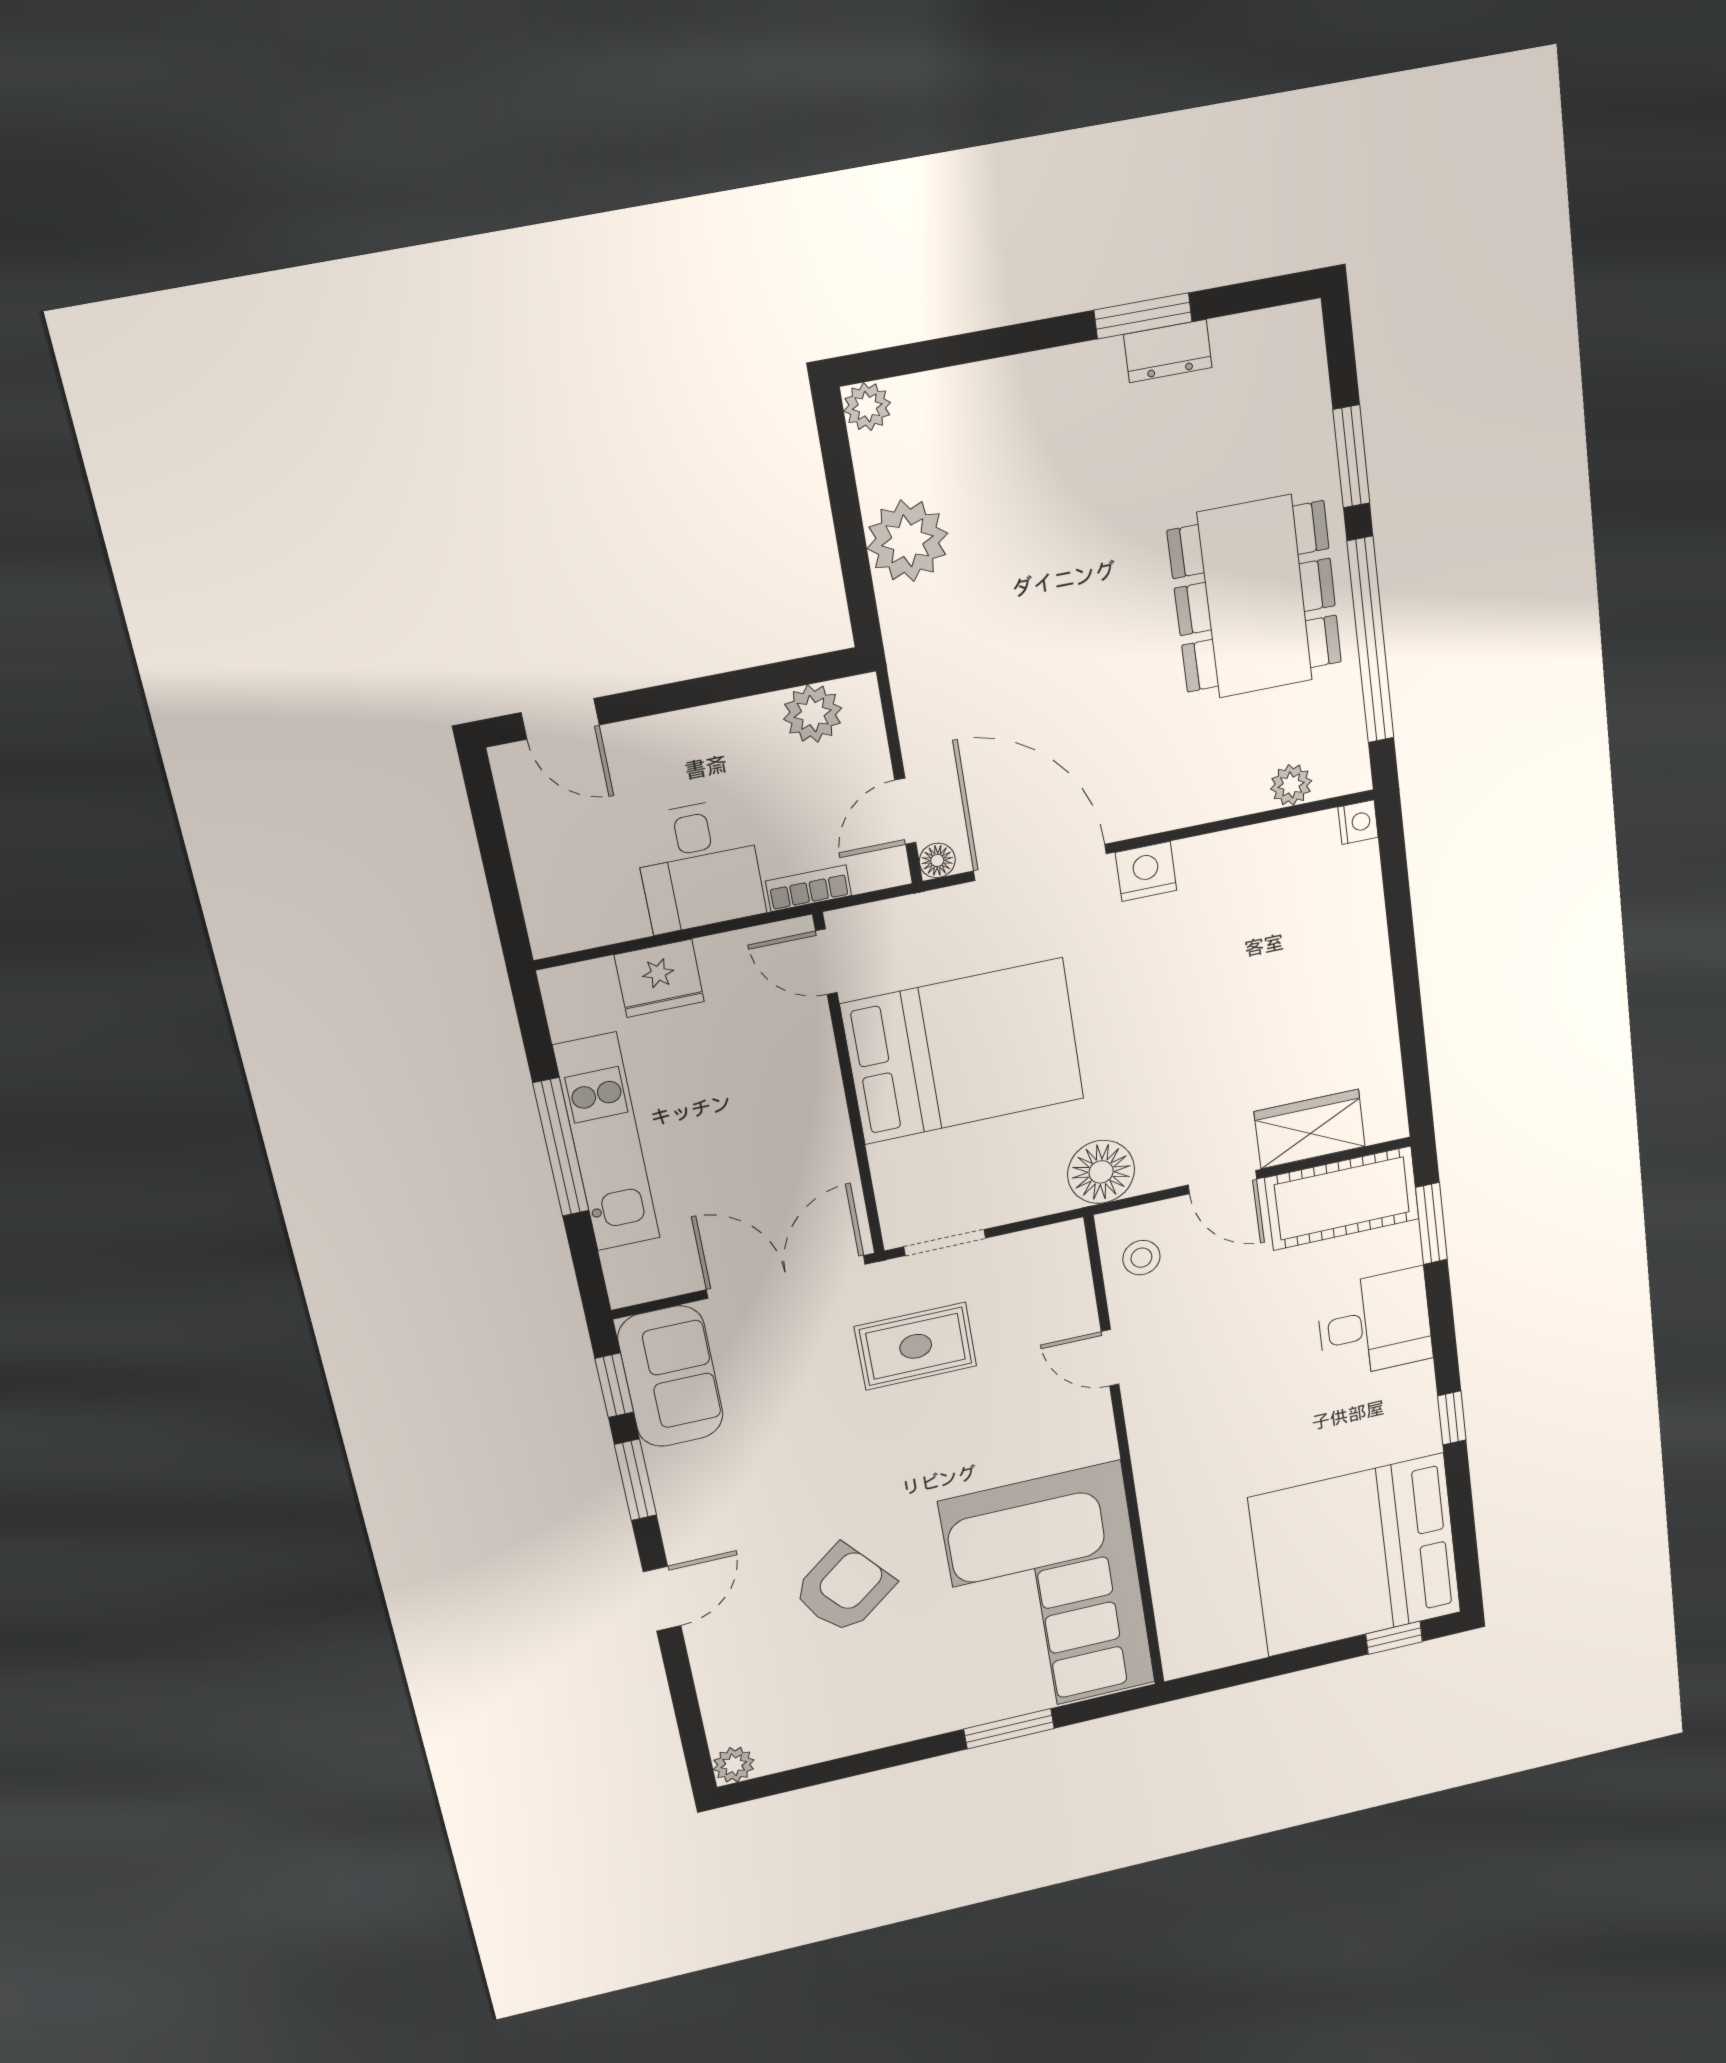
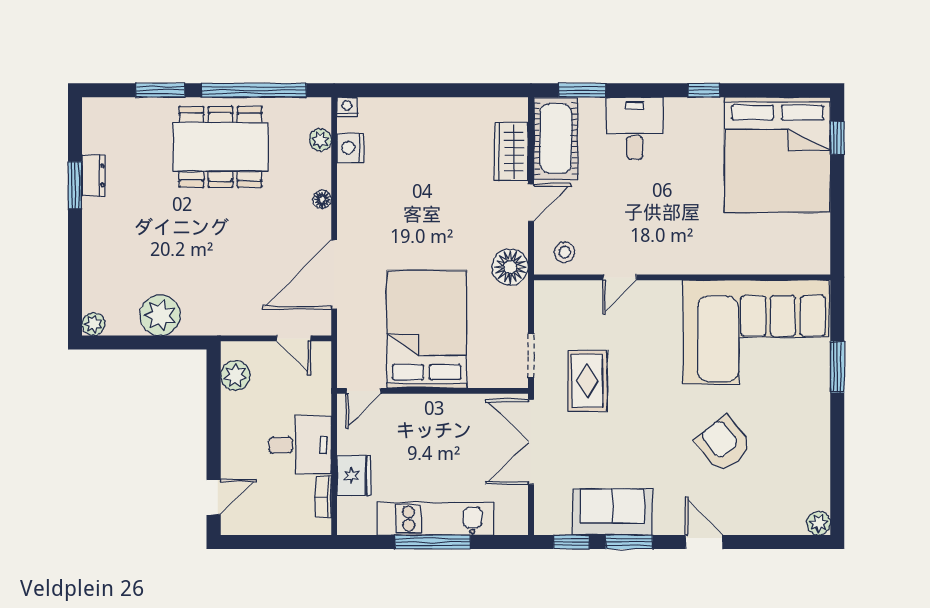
floor lamp: (937, 860) -> (322, 200), moved
nightstand: (1146, 871) -> (350, 148), moved
bookcase: (808, 888) -> (323, 497), moved
sofa: (671, 1377) -> (612, 512), moved

